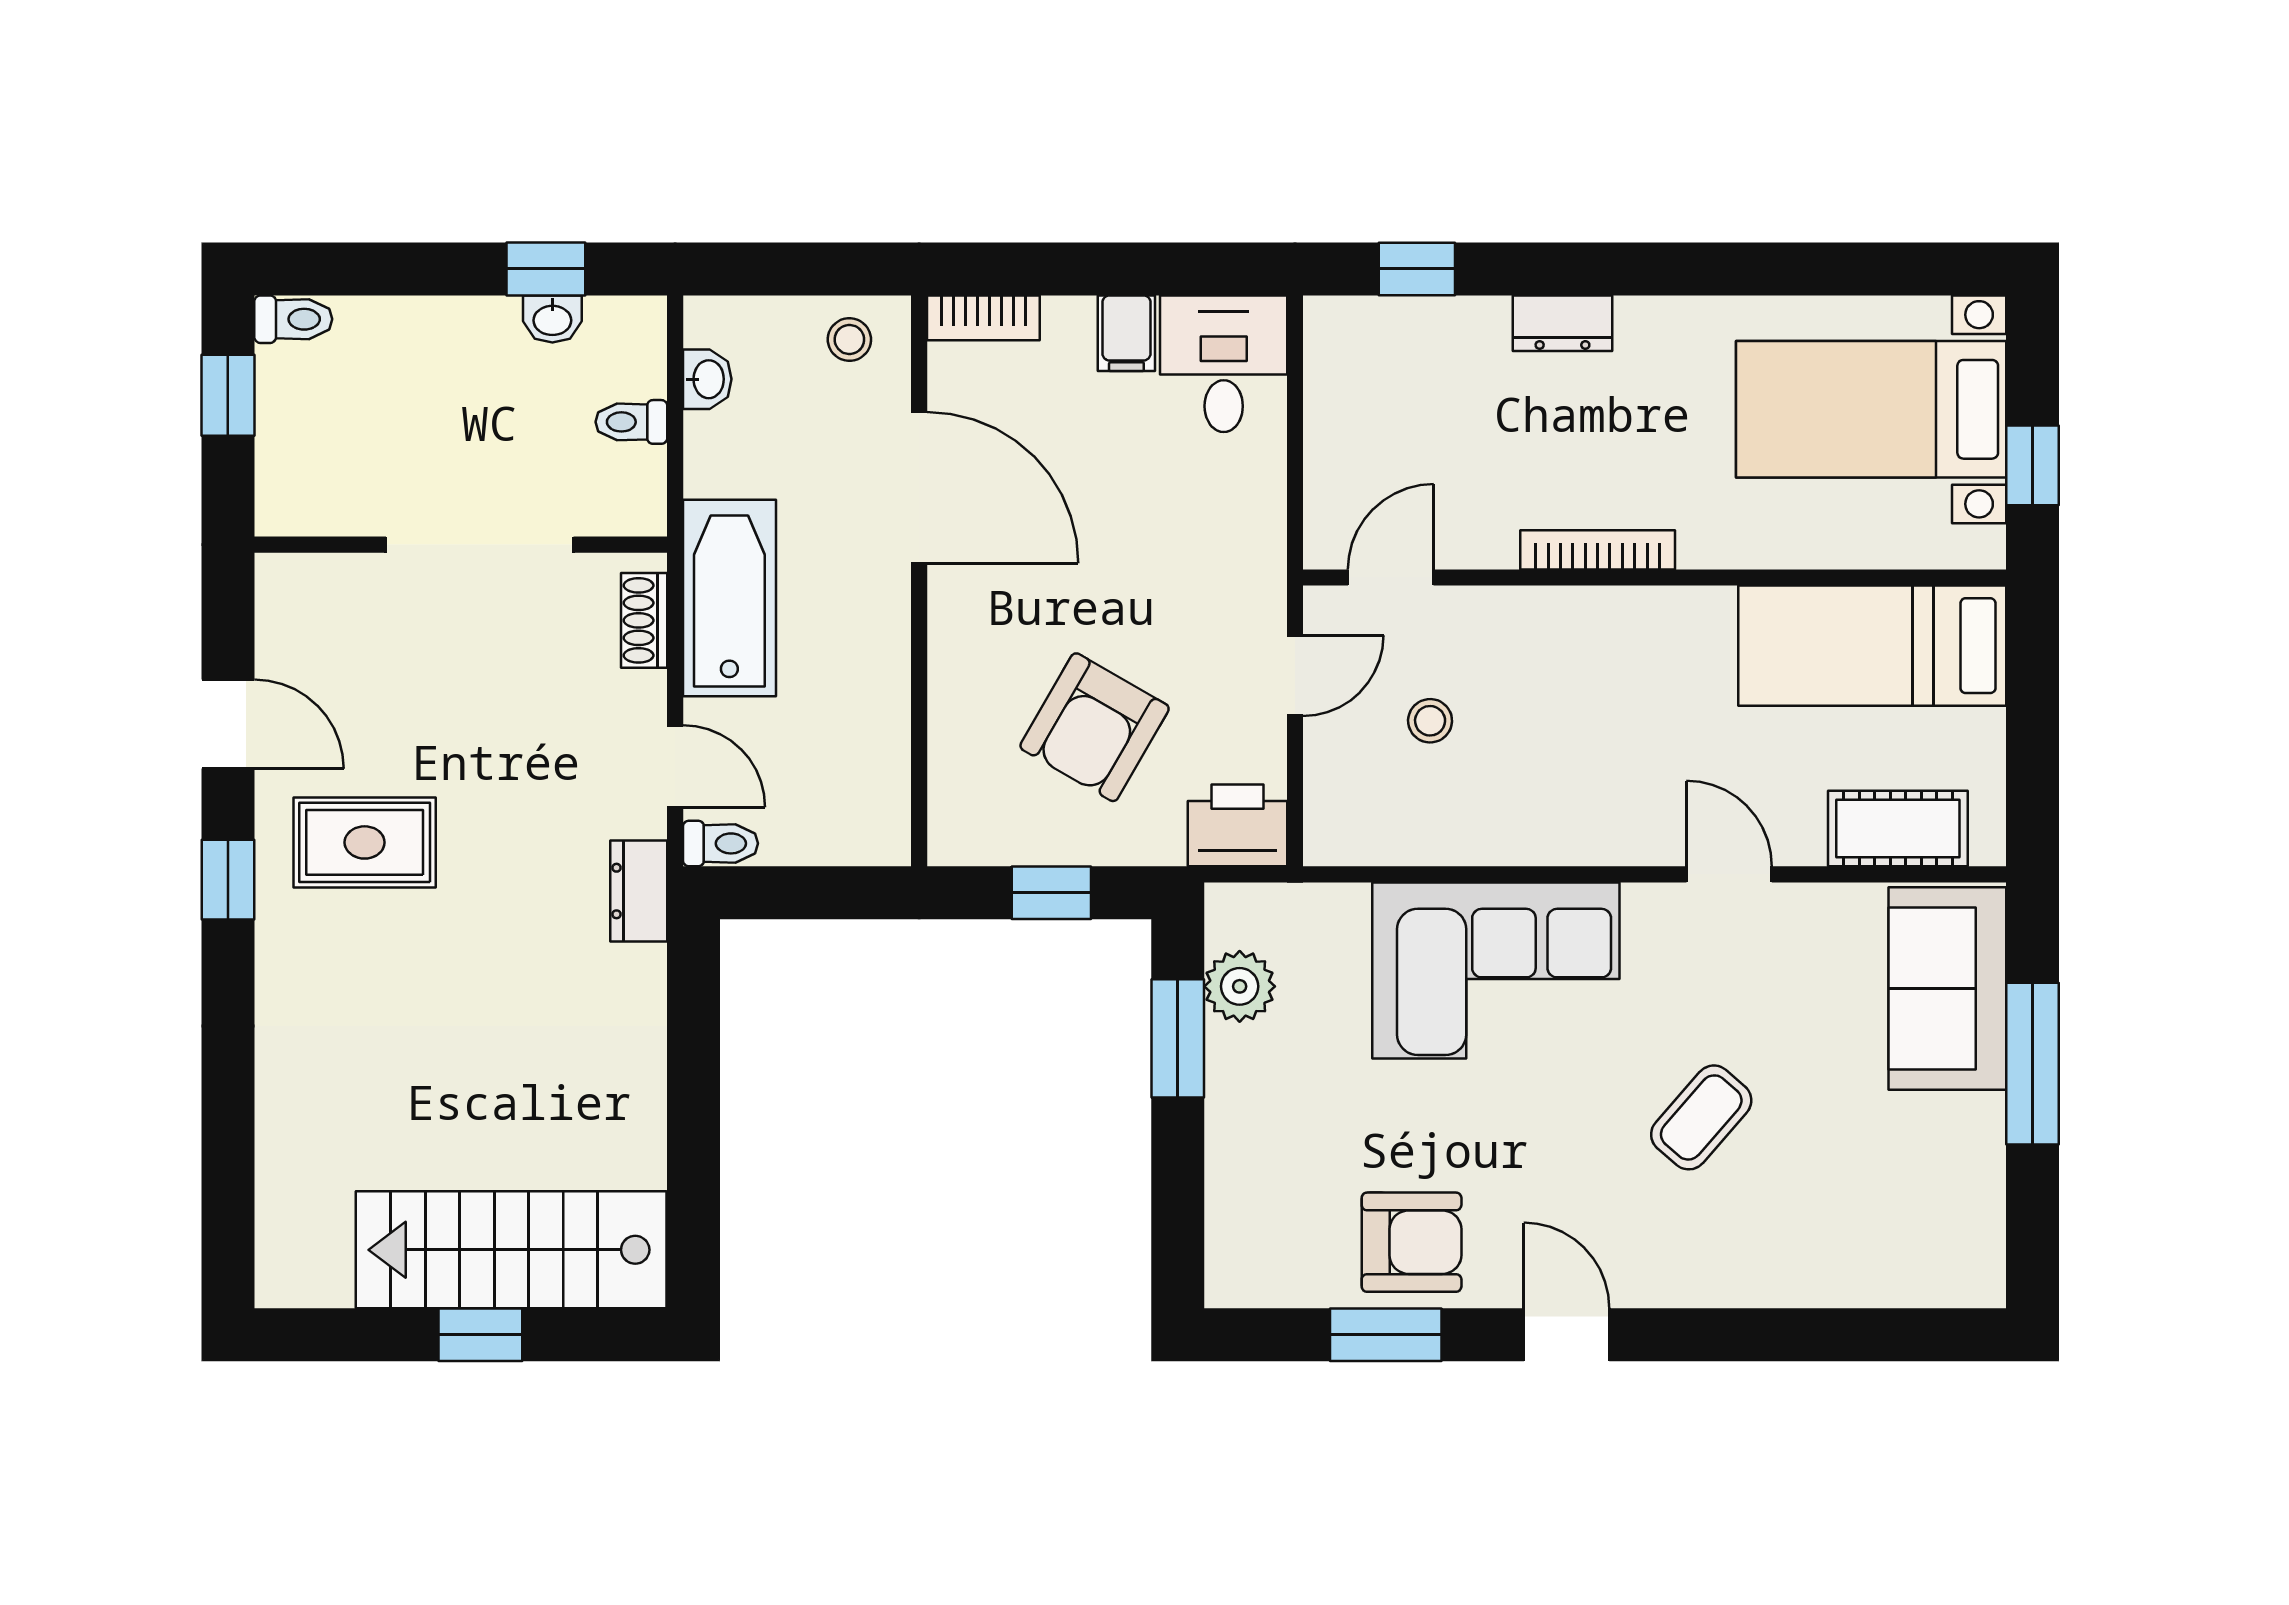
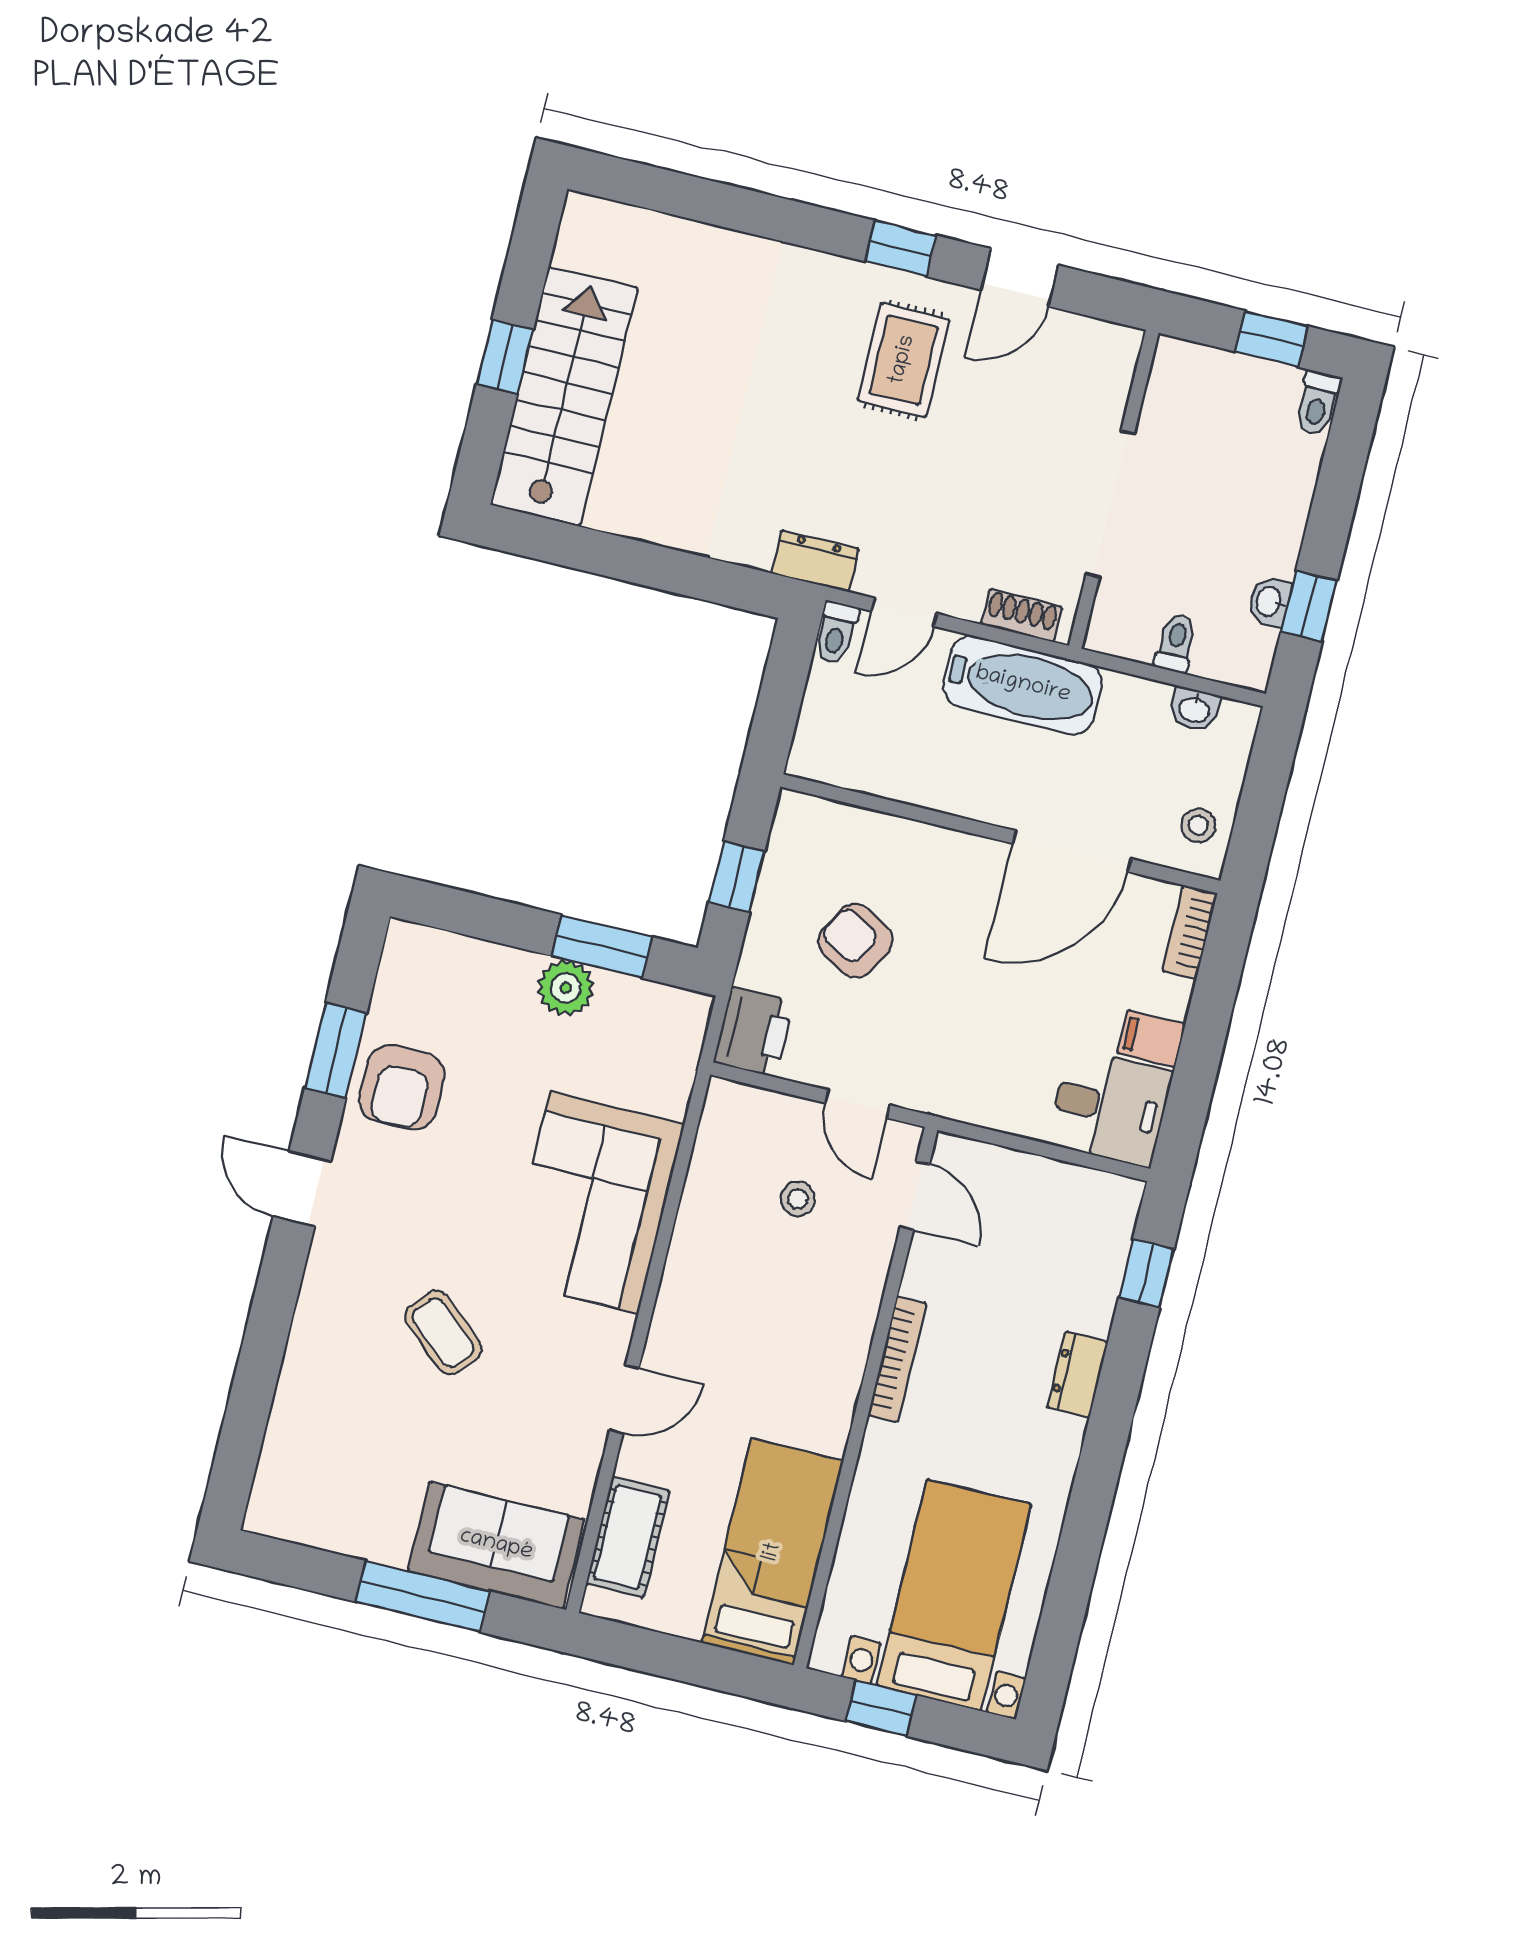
armchair: (1095, 727) -> (855, 941), width x0.72, depth x0.72
plant: (1240, 986) -> (566, 988), moved
door: (1567, 1335) -> (302, 1189), swing flipped

